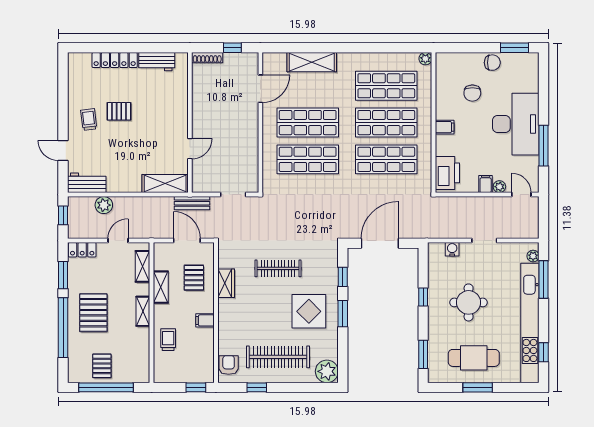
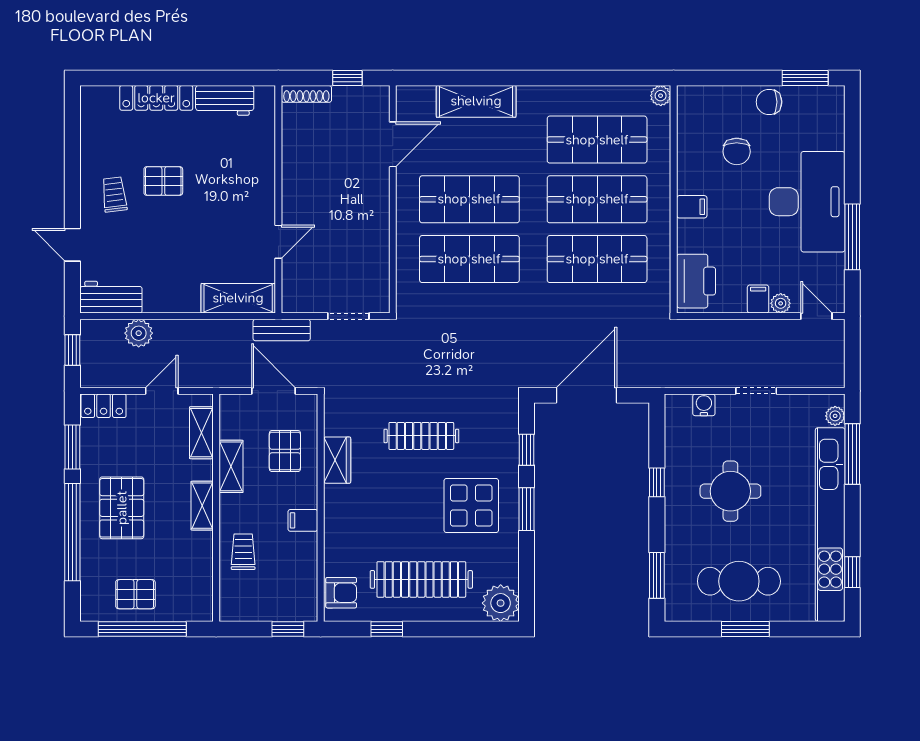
chair: (492, 63) -> (769, 102), turned 180
armchair: (229, 365) -> (341, 593), turned 90
pallet: (102, 366) -> (135, 594), turned 90

